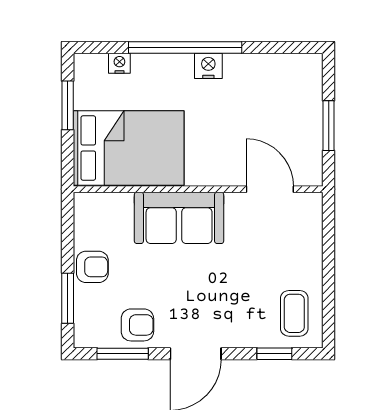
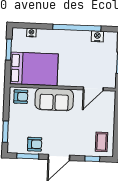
window: (185, 47) -> (77, 28), moved
nightstand: (208, 66) -> (97, 36), moved
door: (270, 189) -> (93, 89), swing flipped
armchair: (92, 267) -> (21, 97), moved

